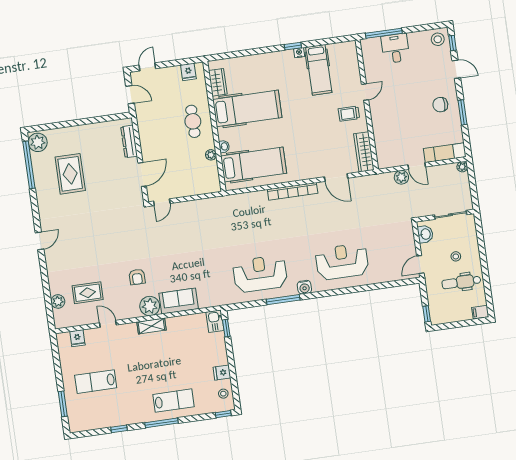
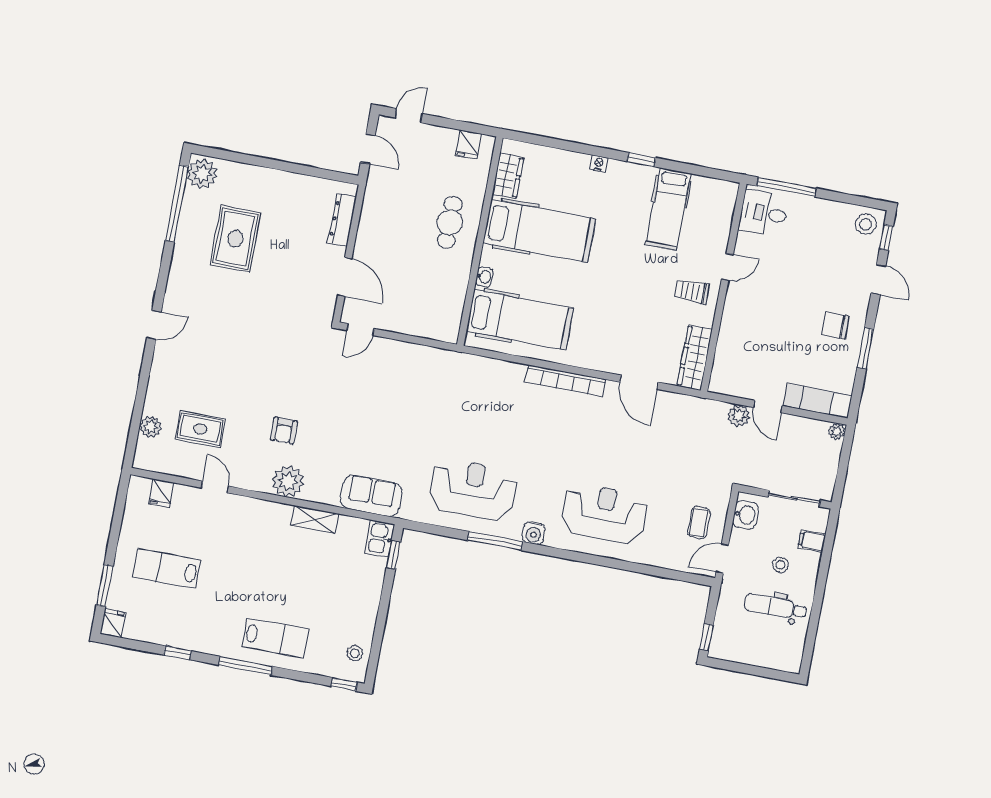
desk: (395, 48) -> (764, 213), moved, turned -90
nightstand: (299, 53) -> (599, 164), moved
plant: (211, 155) -> (460, 283), removed
door: (142, 174) -> (345, 277), hinge flipped
coffee table: (399, 248) -> (699, 523), added
sofa: (179, 301) -> (371, 496), moved
filing cabinet: (480, 312) -> (812, 541), moved
shelving: (151, 326) -> (315, 519), moved
fridge: (222, 373) -> (113, 623), moved, turned 90

